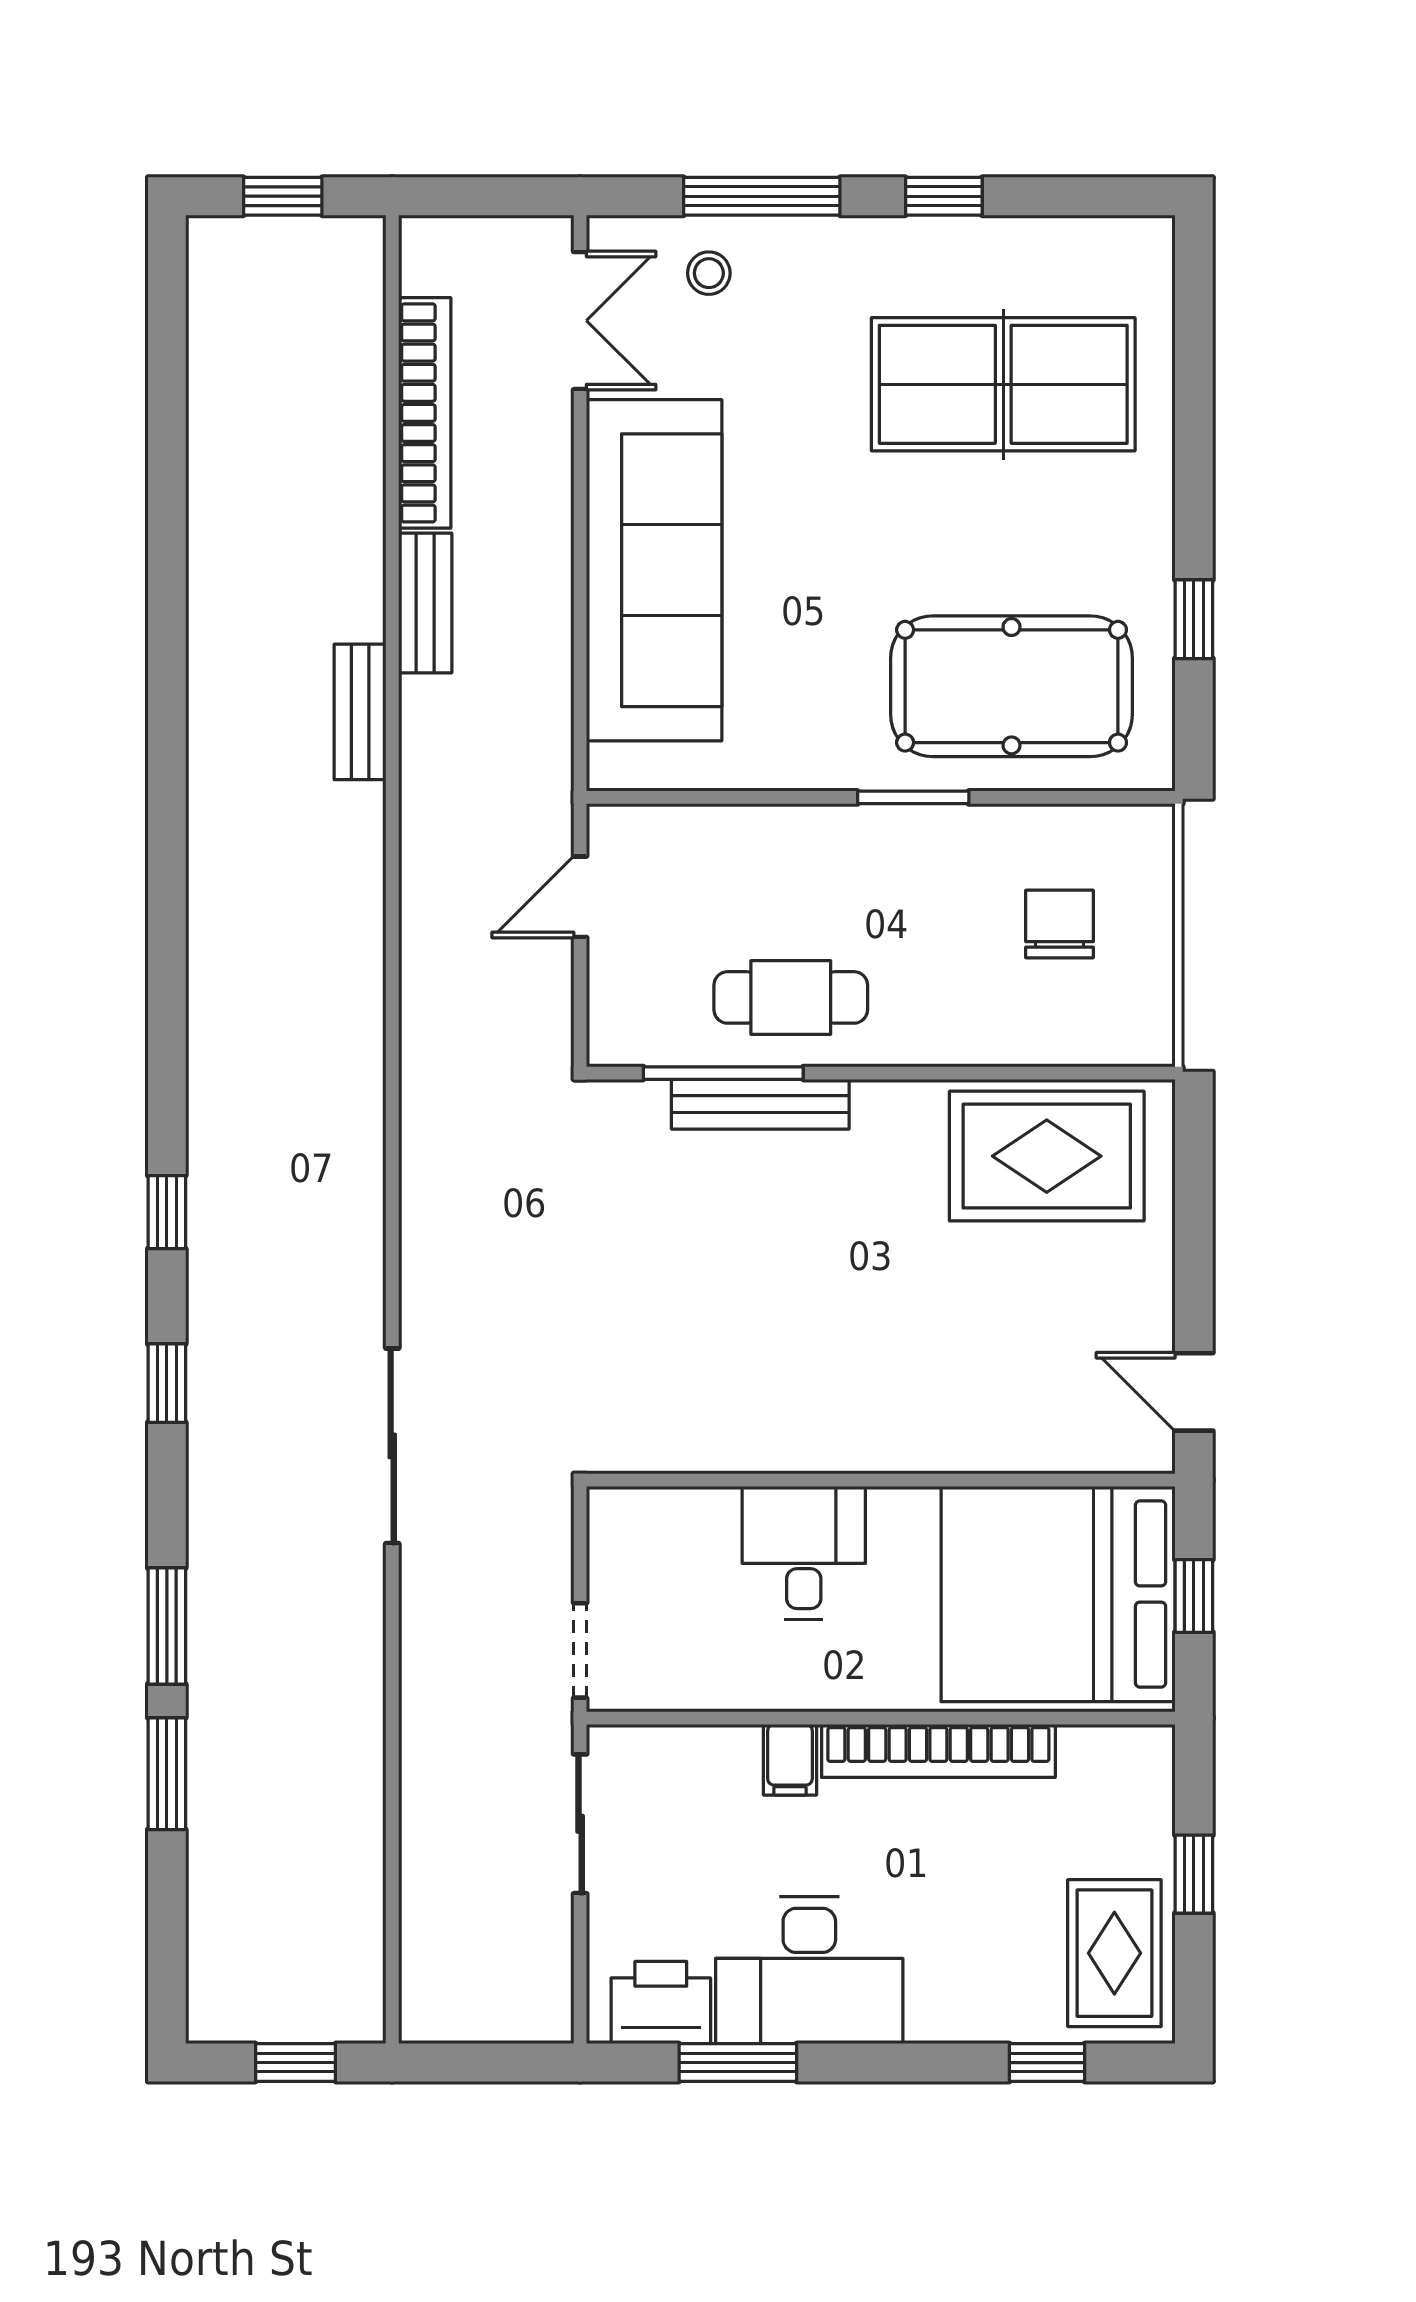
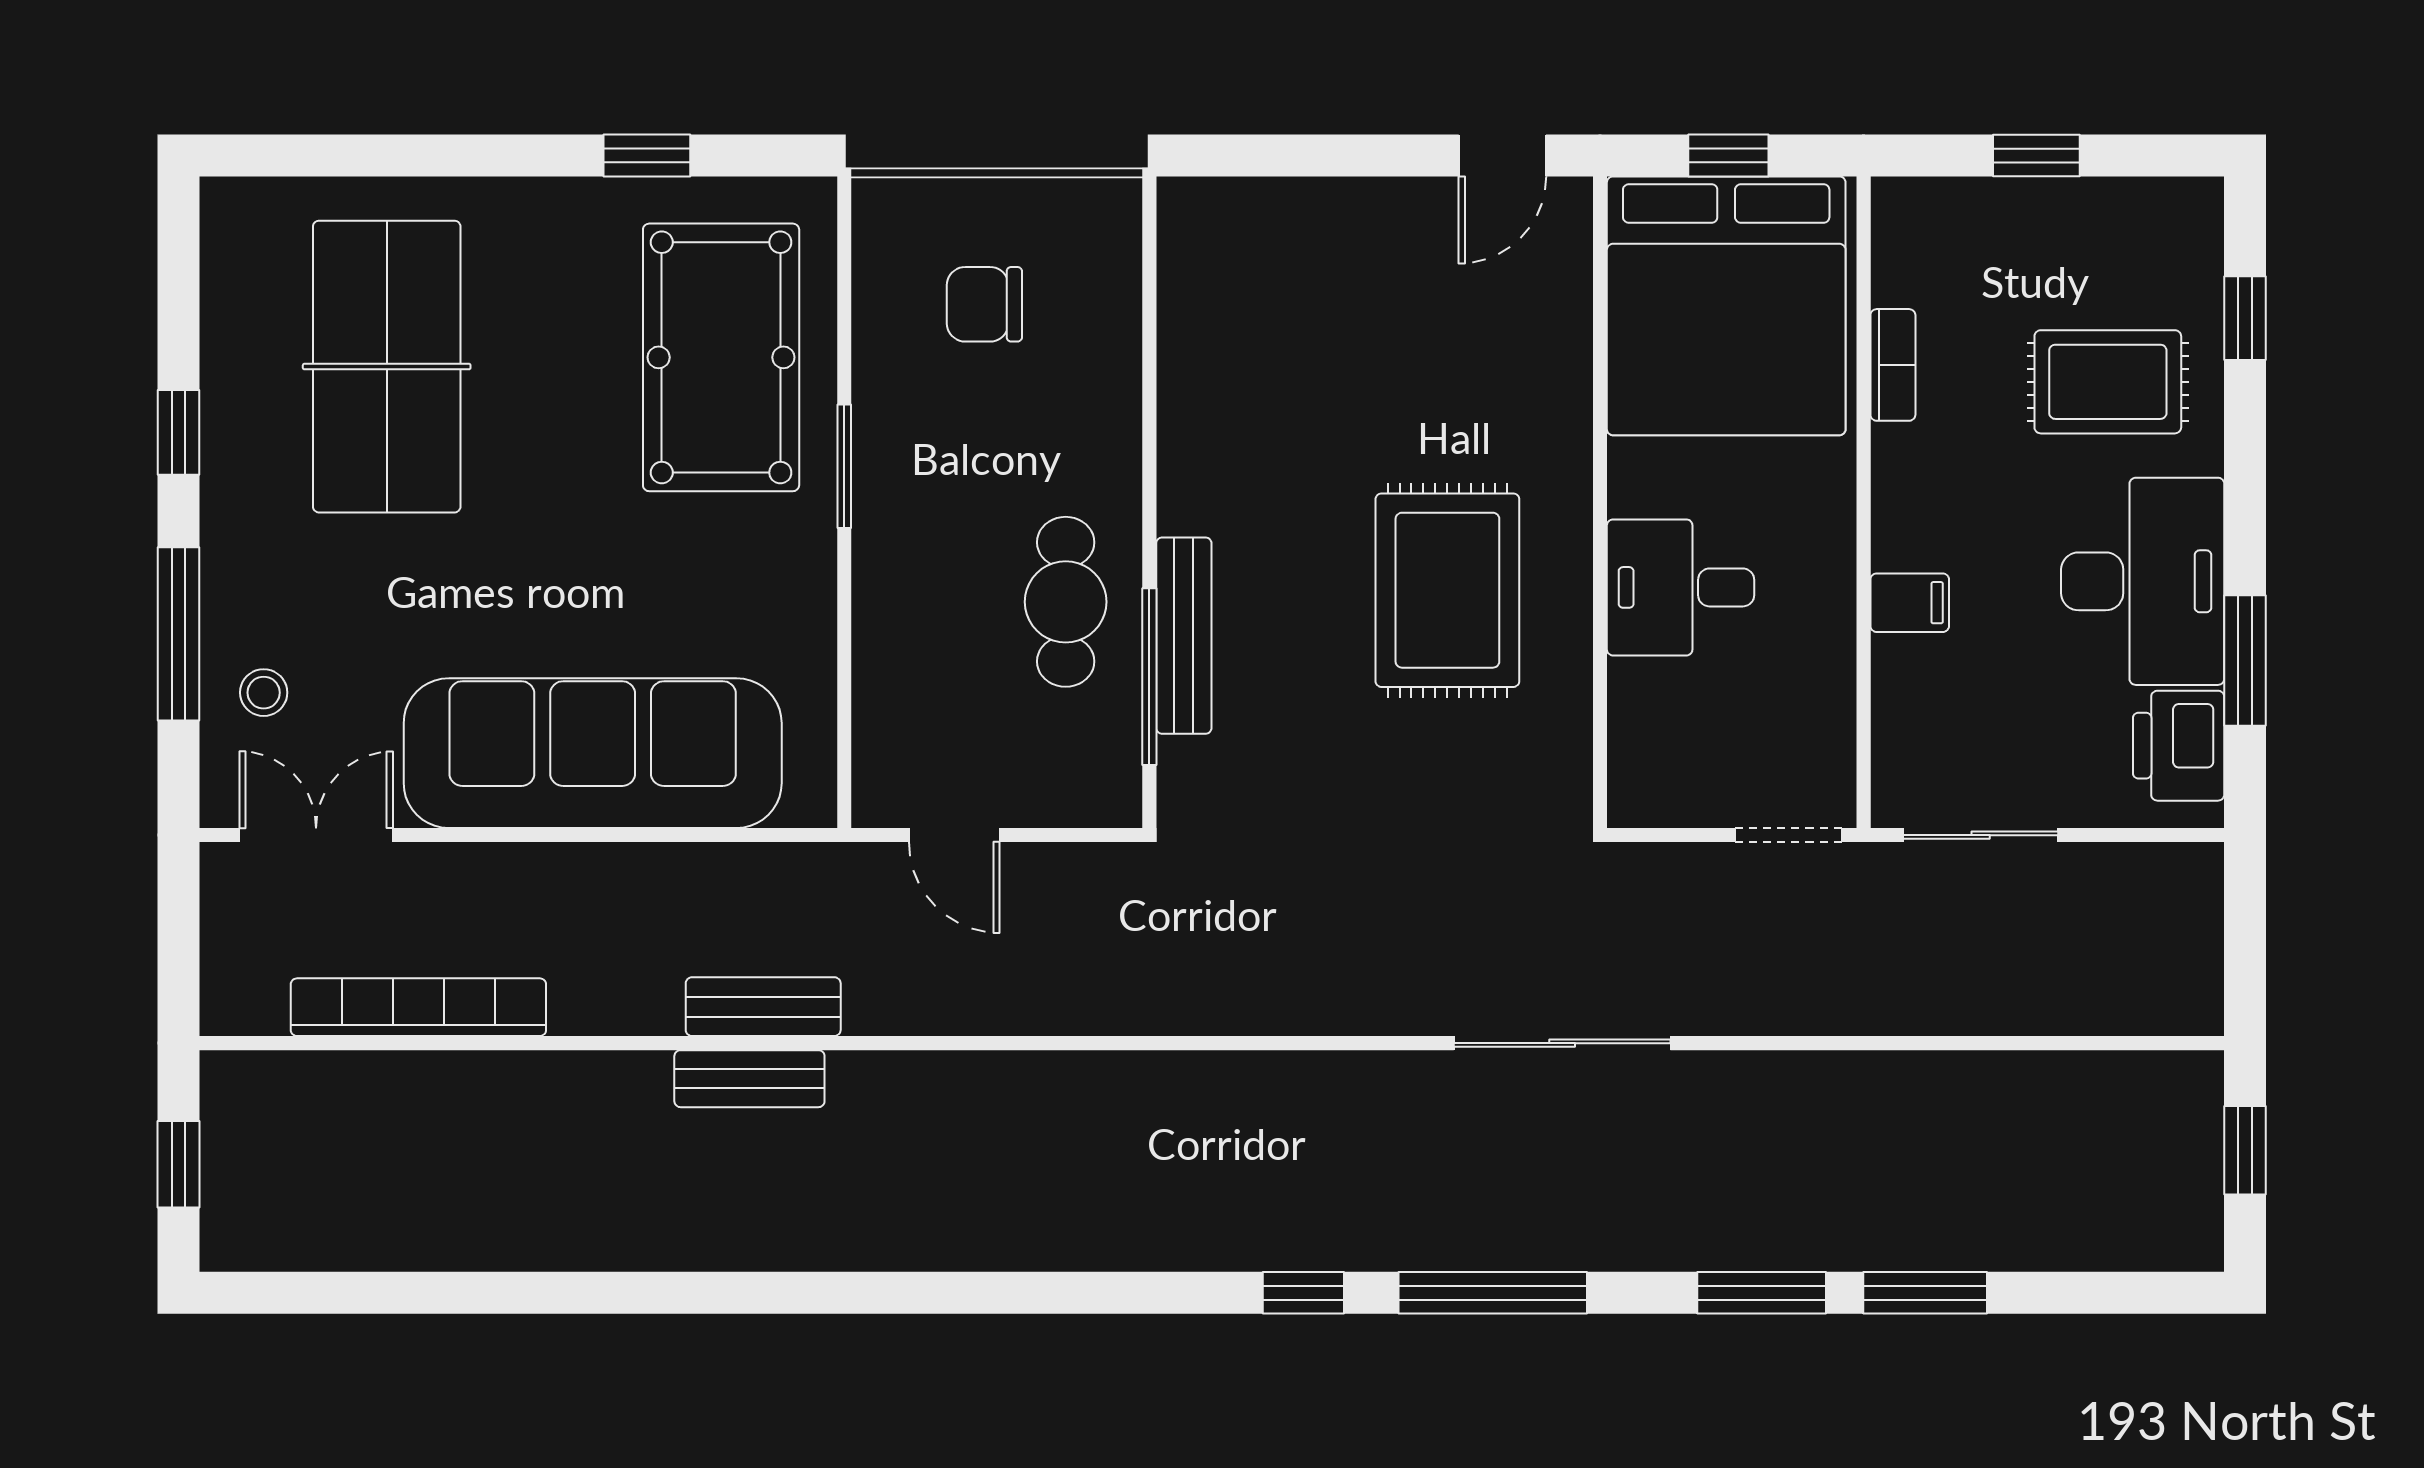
bench: (425, 603) -> (763, 1007), moved
rug: (1047, 1156) -> (1447, 590), moved
window: (167, 1383) -> (1493, 1293), width x2.17
bookcase: (938, 1751) -> (1893, 365), width x0.43, depth x0.76
rug: (1114, 1953) -> (2108, 382), moved

